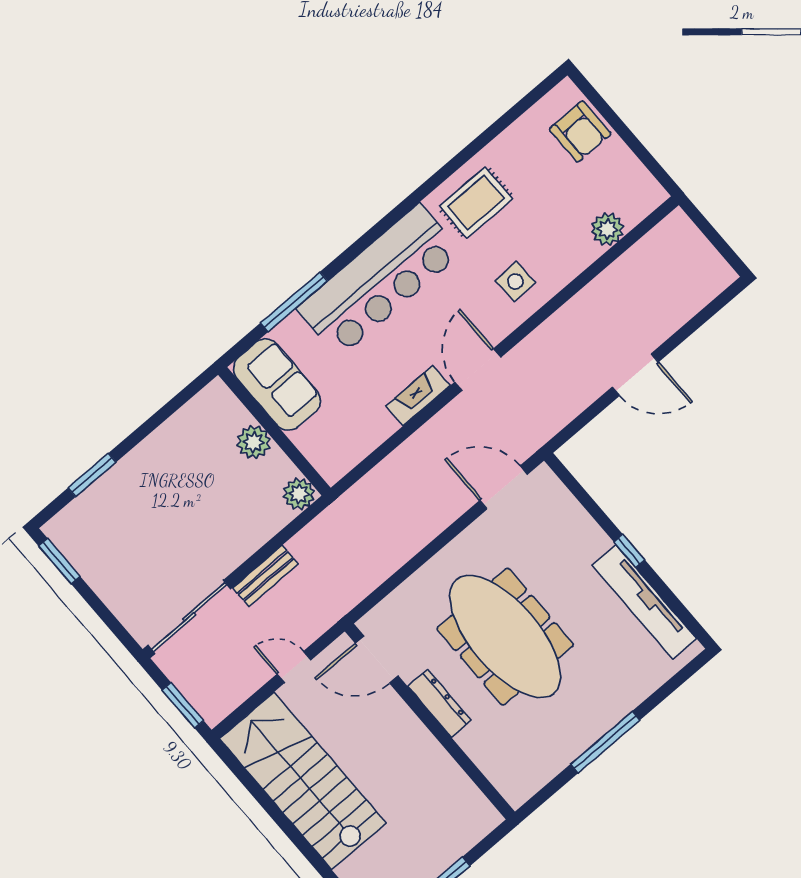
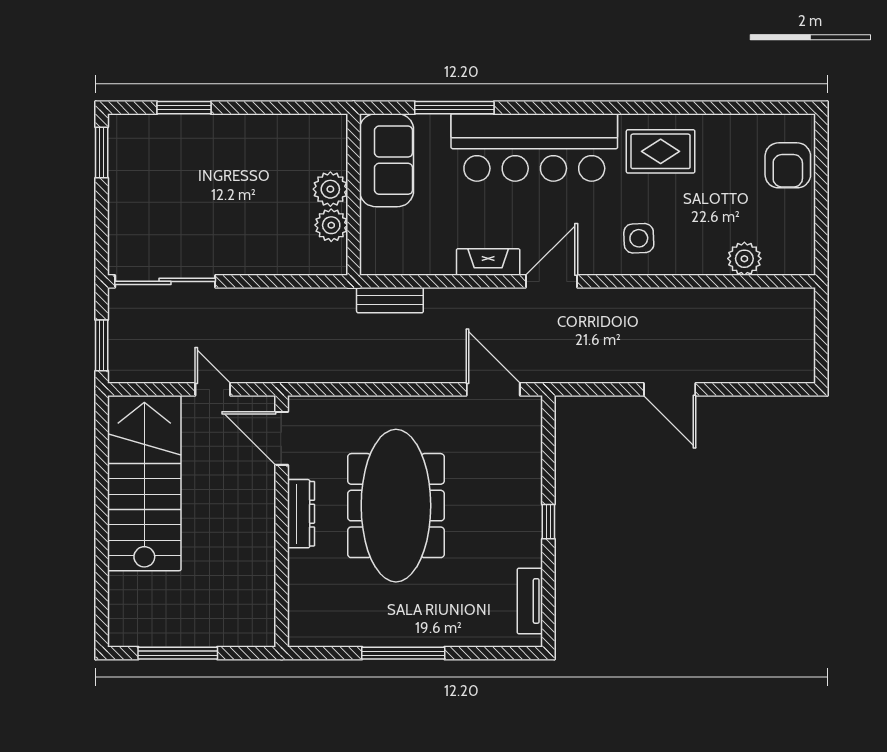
plant: (299, 494) -> (331, 225), moved
bench: (265, 576) -> (390, 300), moved
tv unit: (644, 602) -> (530, 601), width x0.52, depth x0.78

